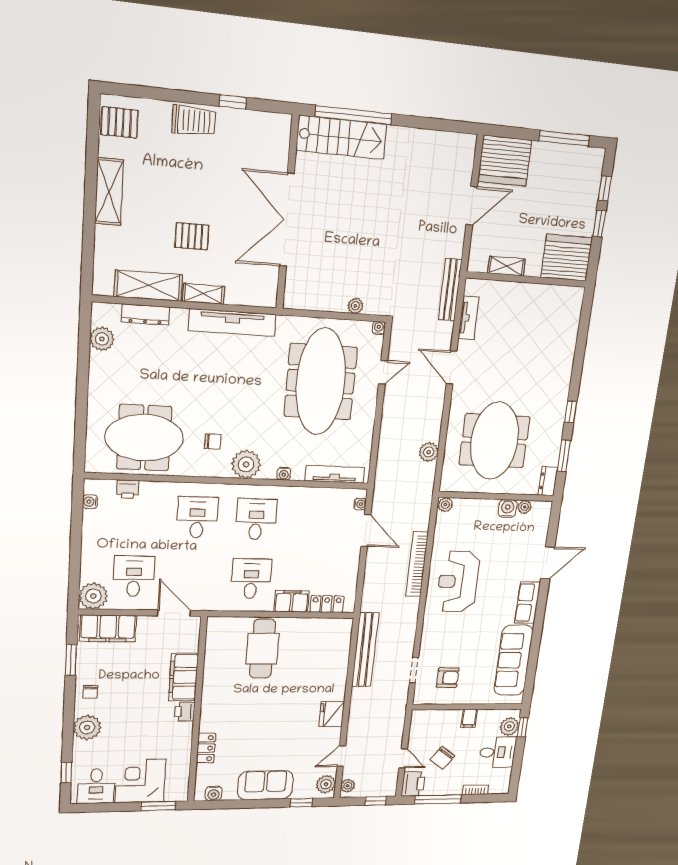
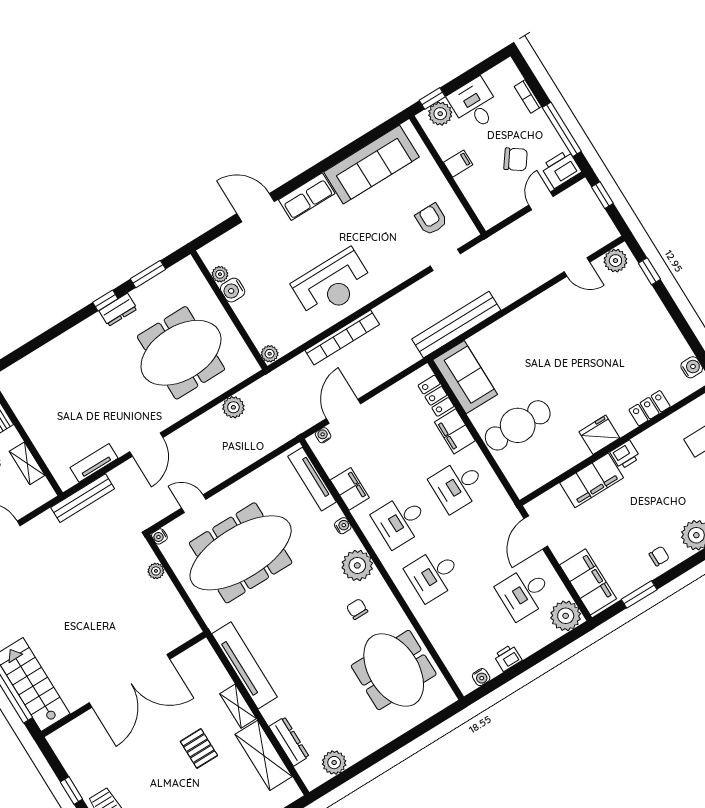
dresser: (548, 481) -> (118, 310), moved
printer: (127, 489) -> (508, 658), moved, turned -90
filing cabinet: (307, 497) -> (350, 489), added
fridge: (332, 714) -> (599, 435), moved, turned 180
sofa: (265, 785) -> (465, 377), moved, turned 180
plant: (348, 786) -> (604, 237), removed

